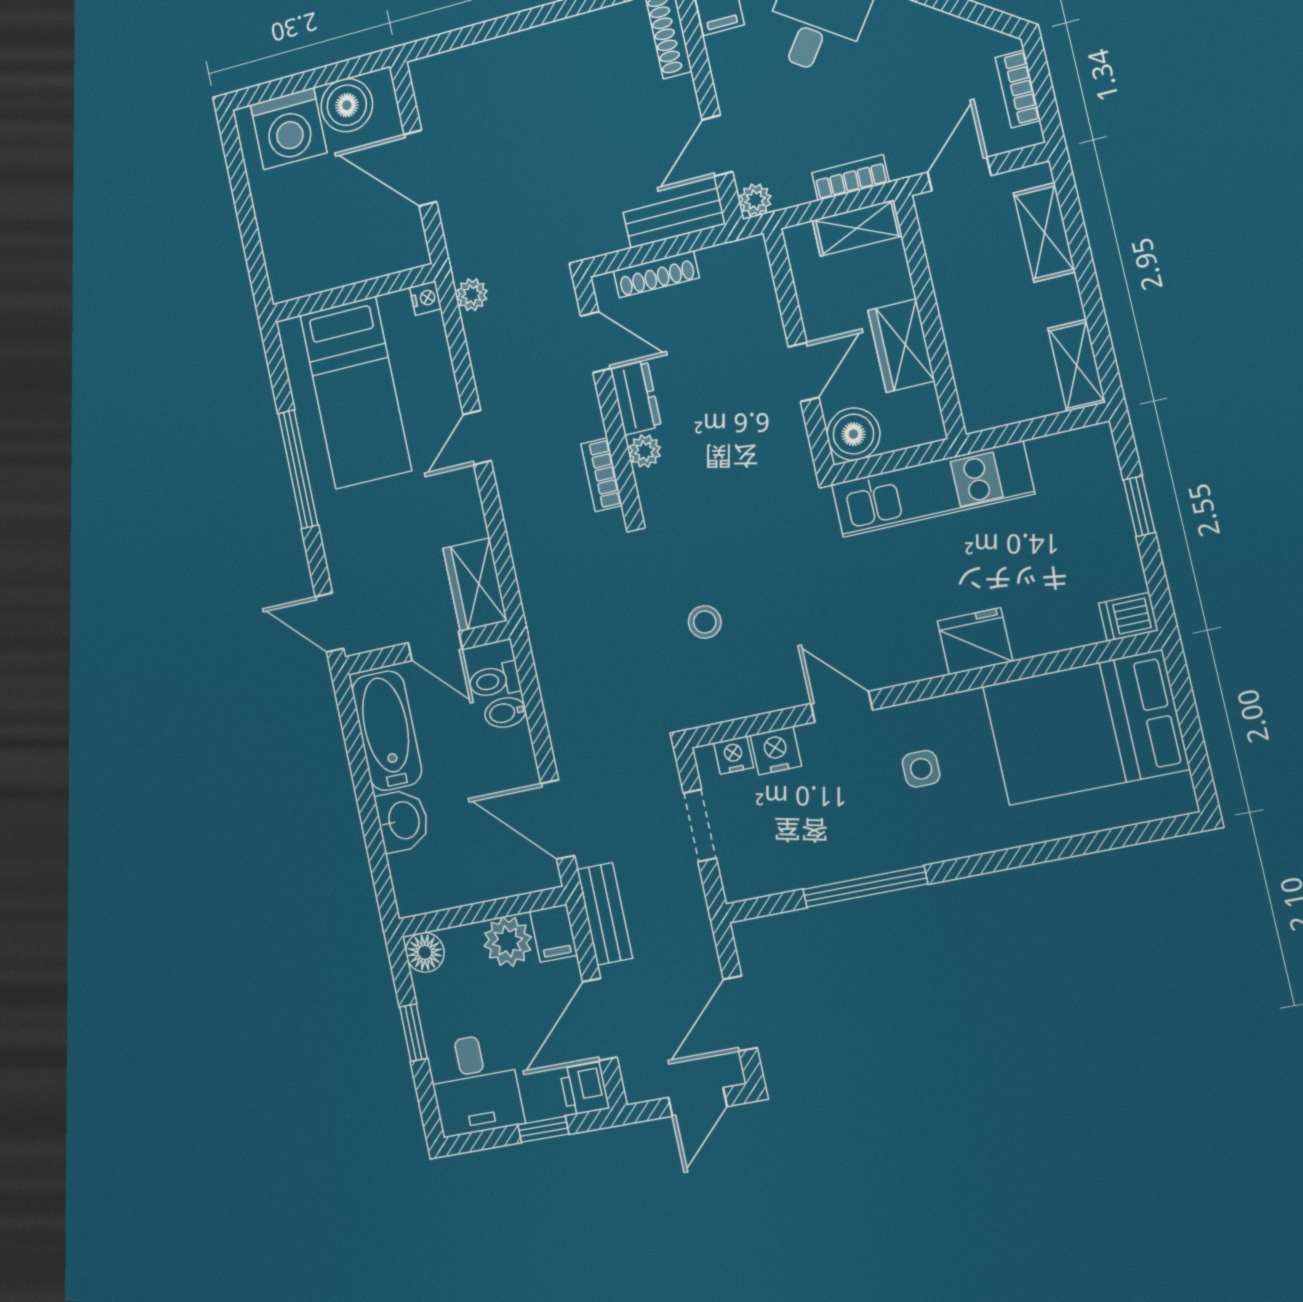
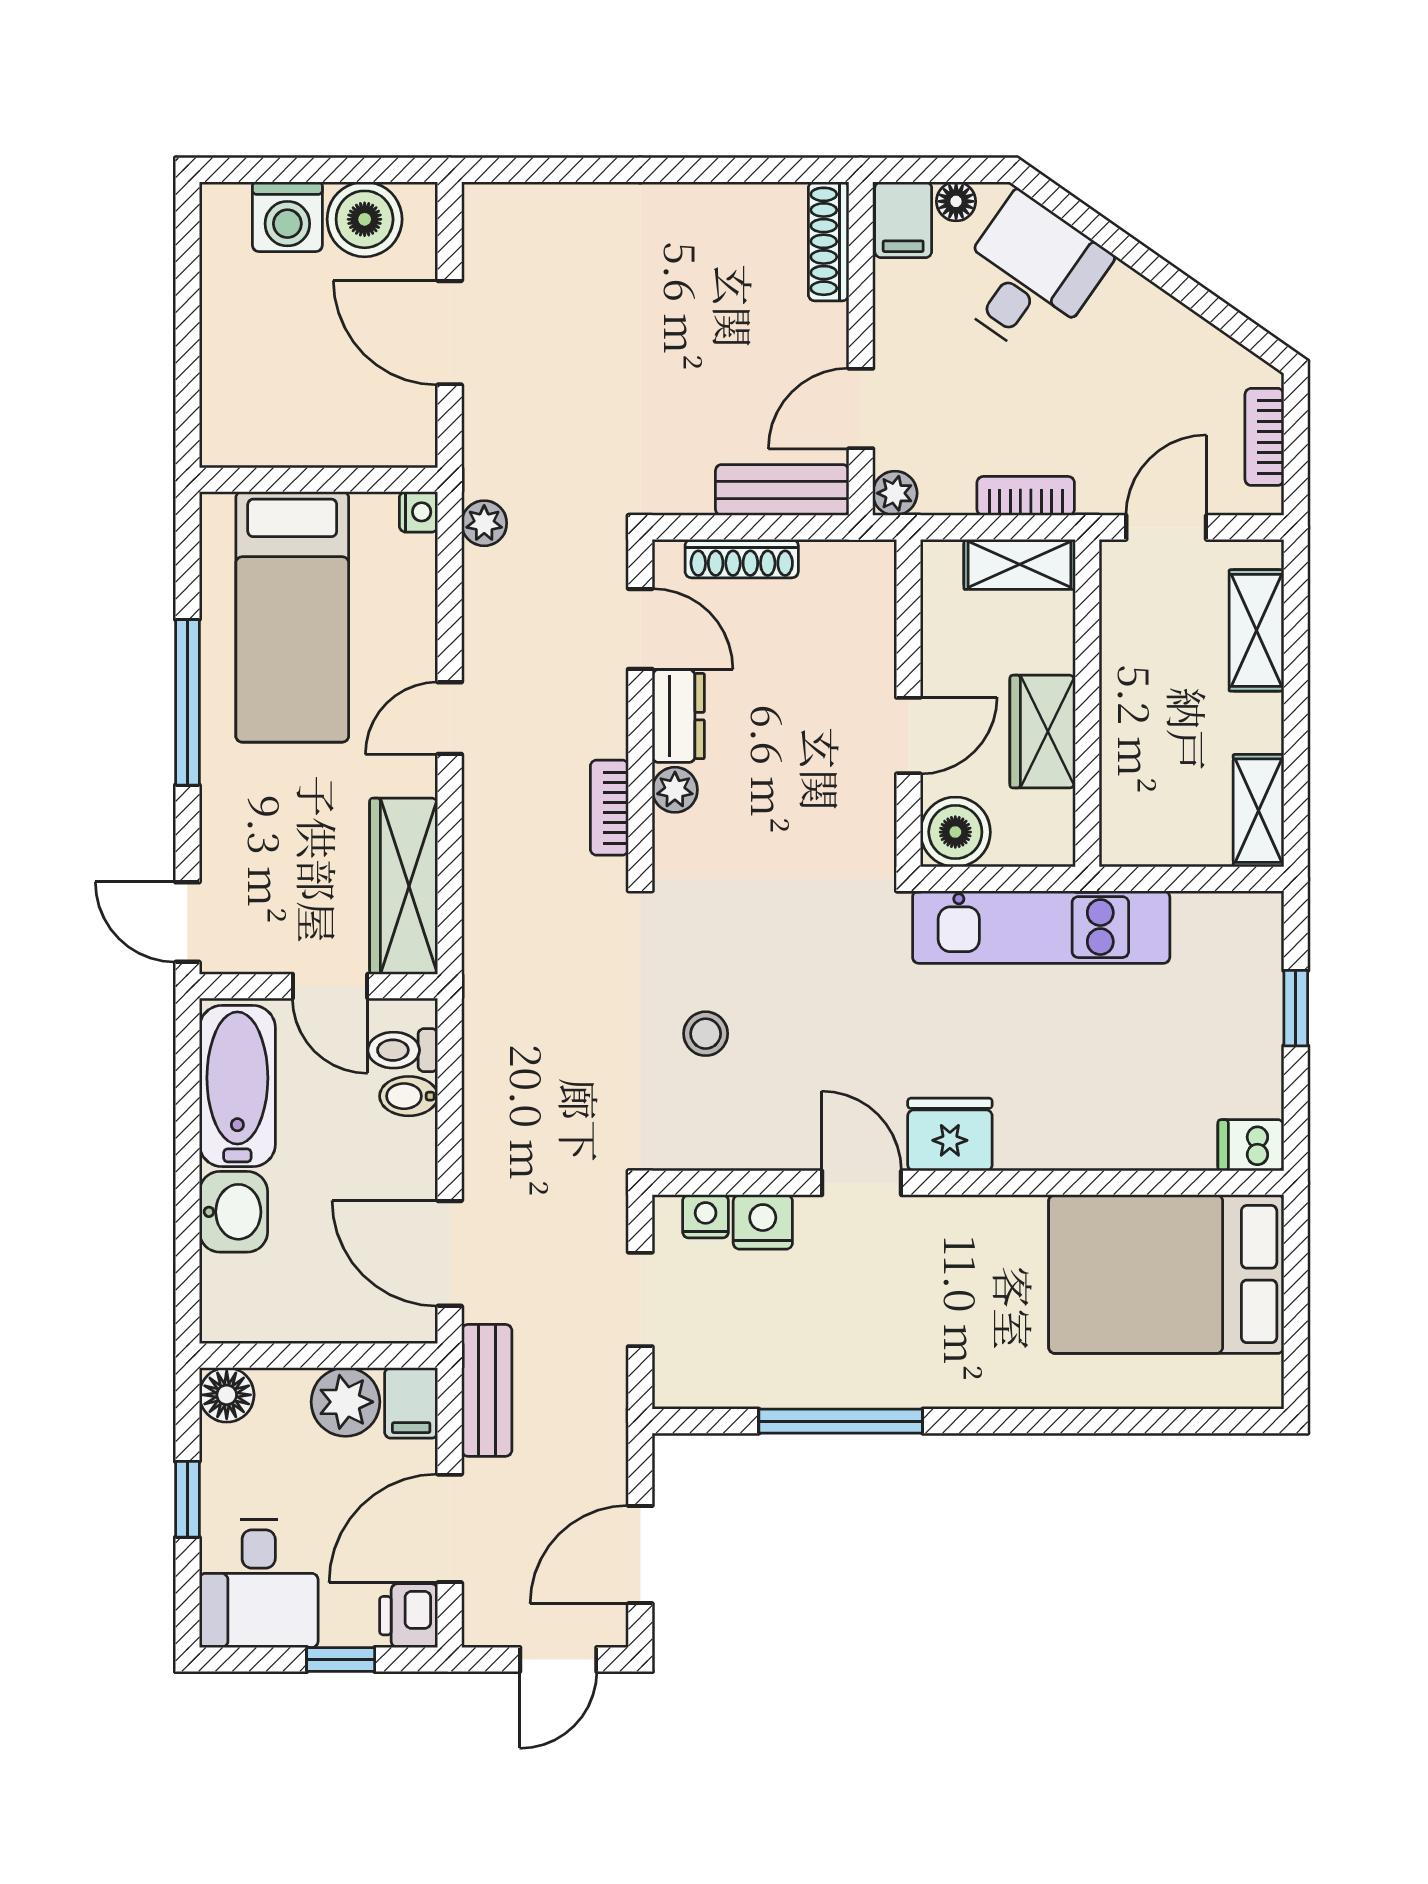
washing machine: (289, 129) -> (287, 217), width x0.73, depth x0.73
wardrobe: (475, 585) -> (404, 886), width x1.50
fridge: (975, 641) -> (950, 1135), moved
side table: (921, 769) -> (946, 1284), removed

